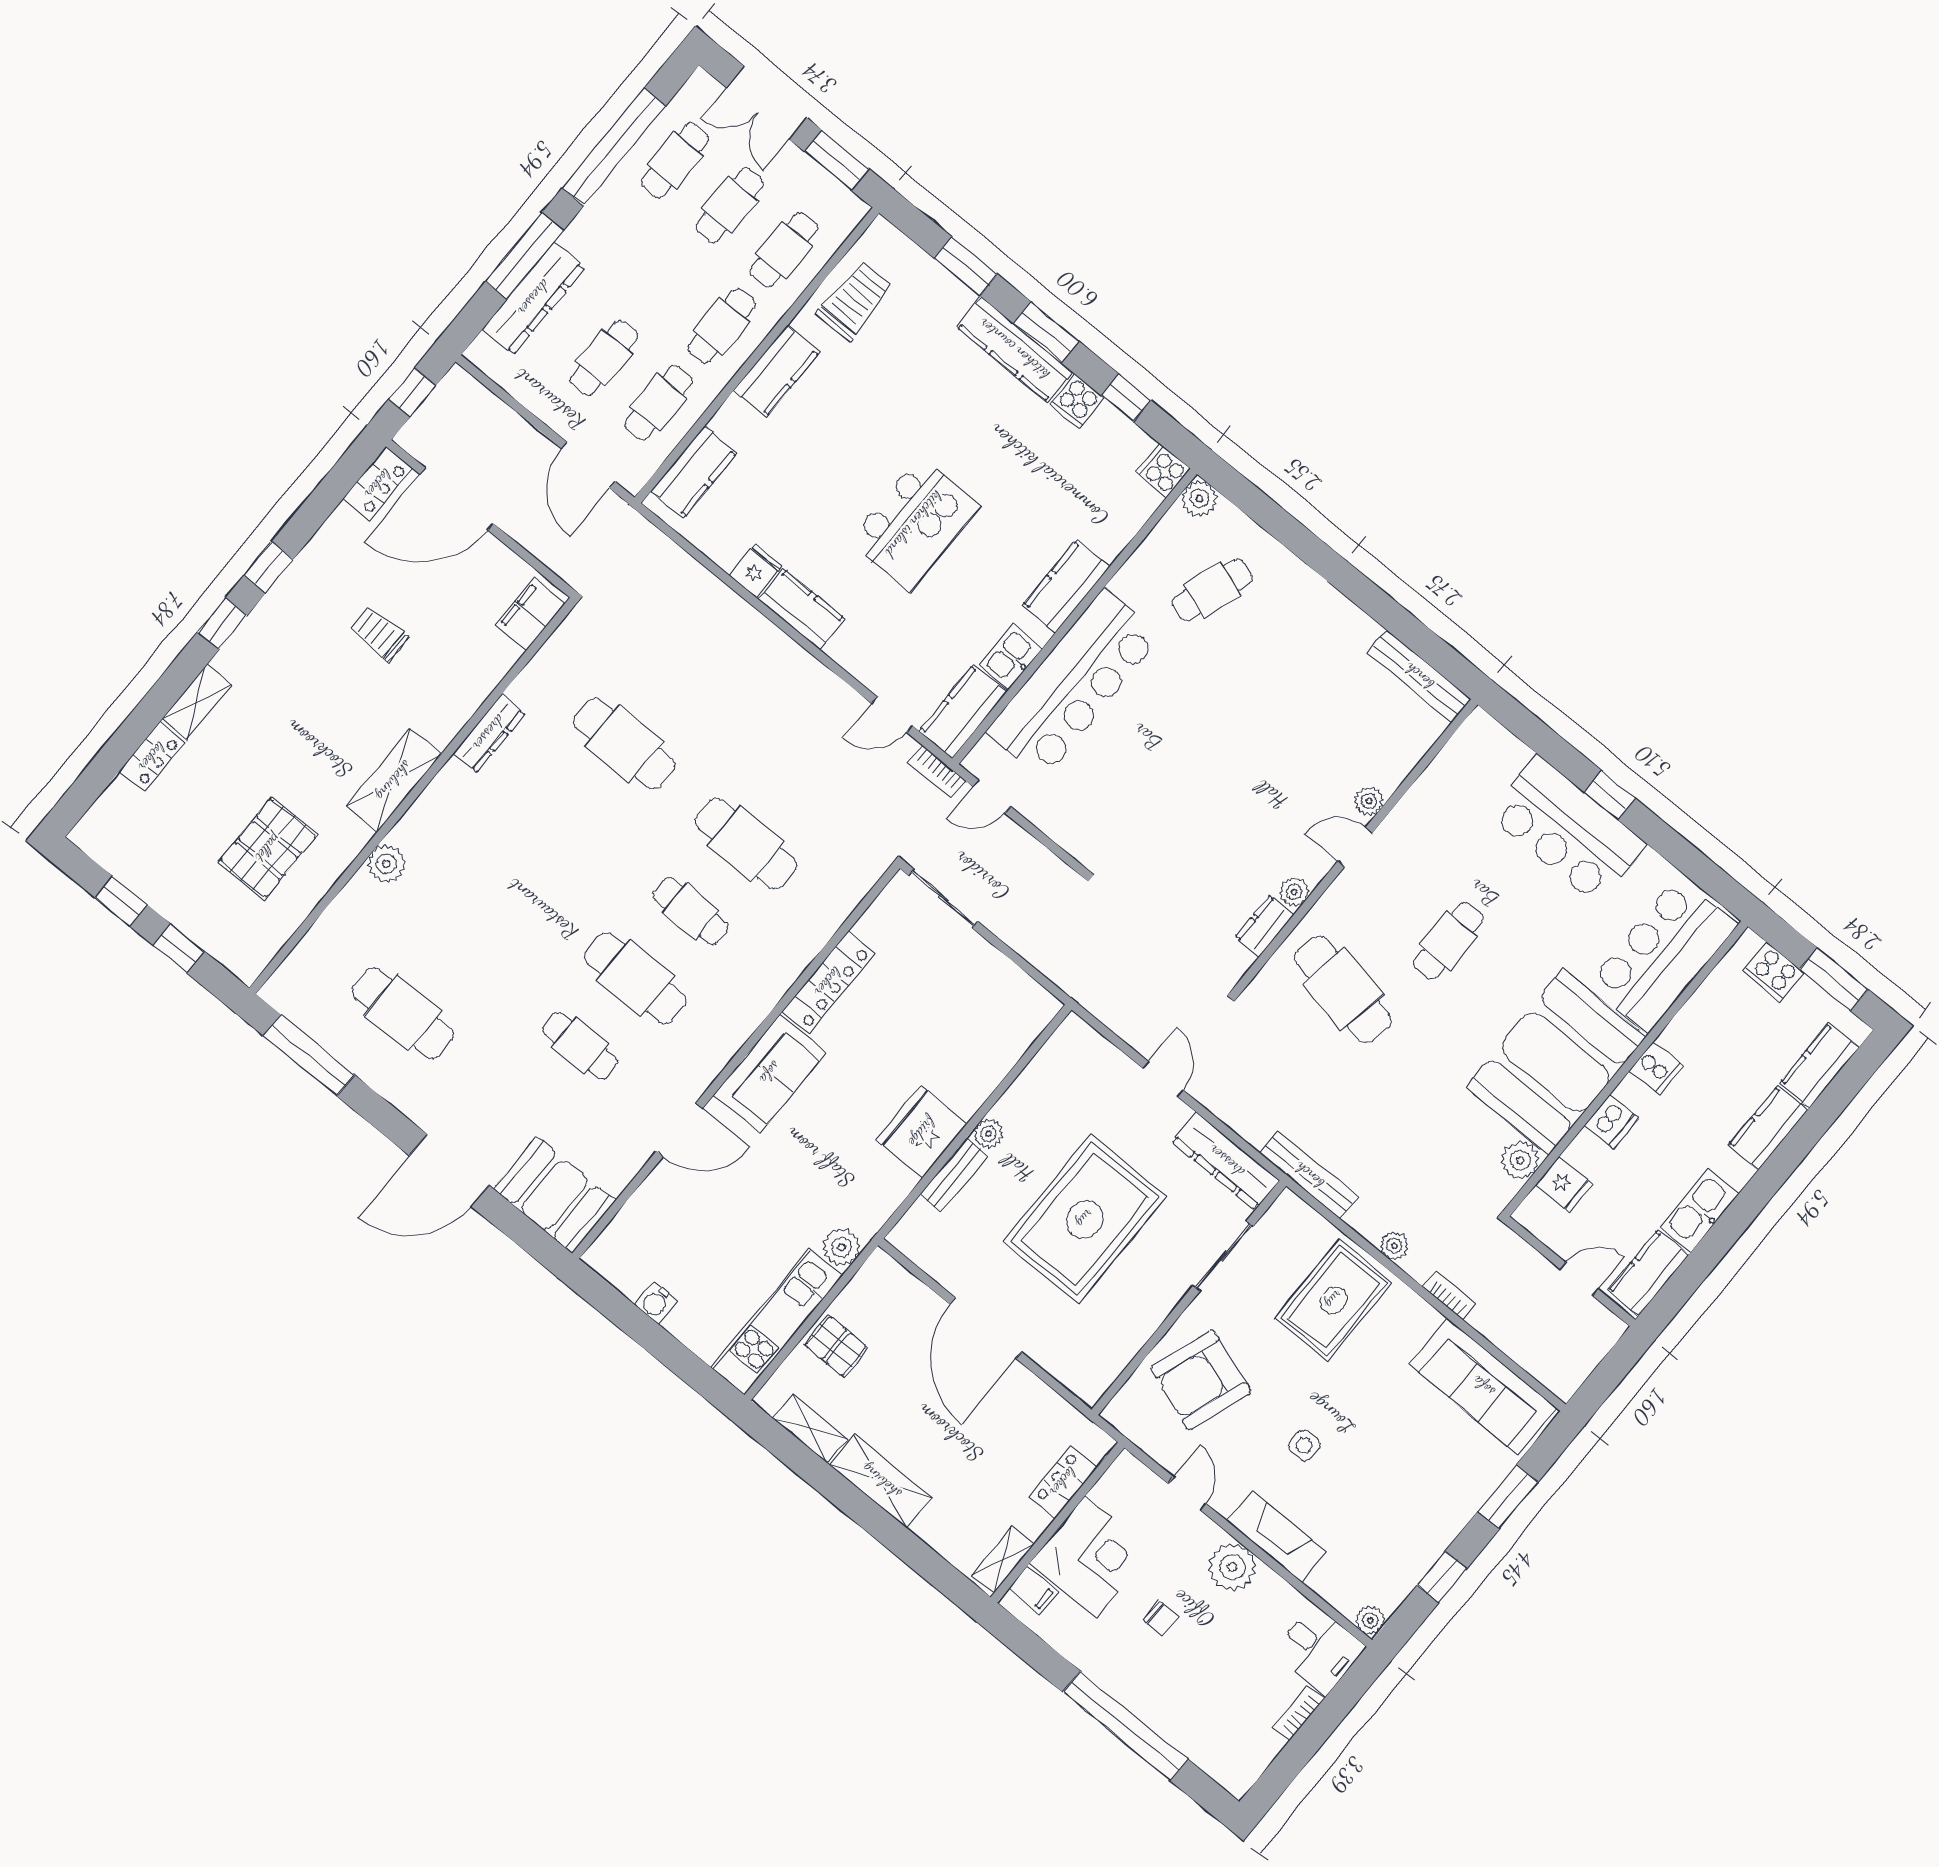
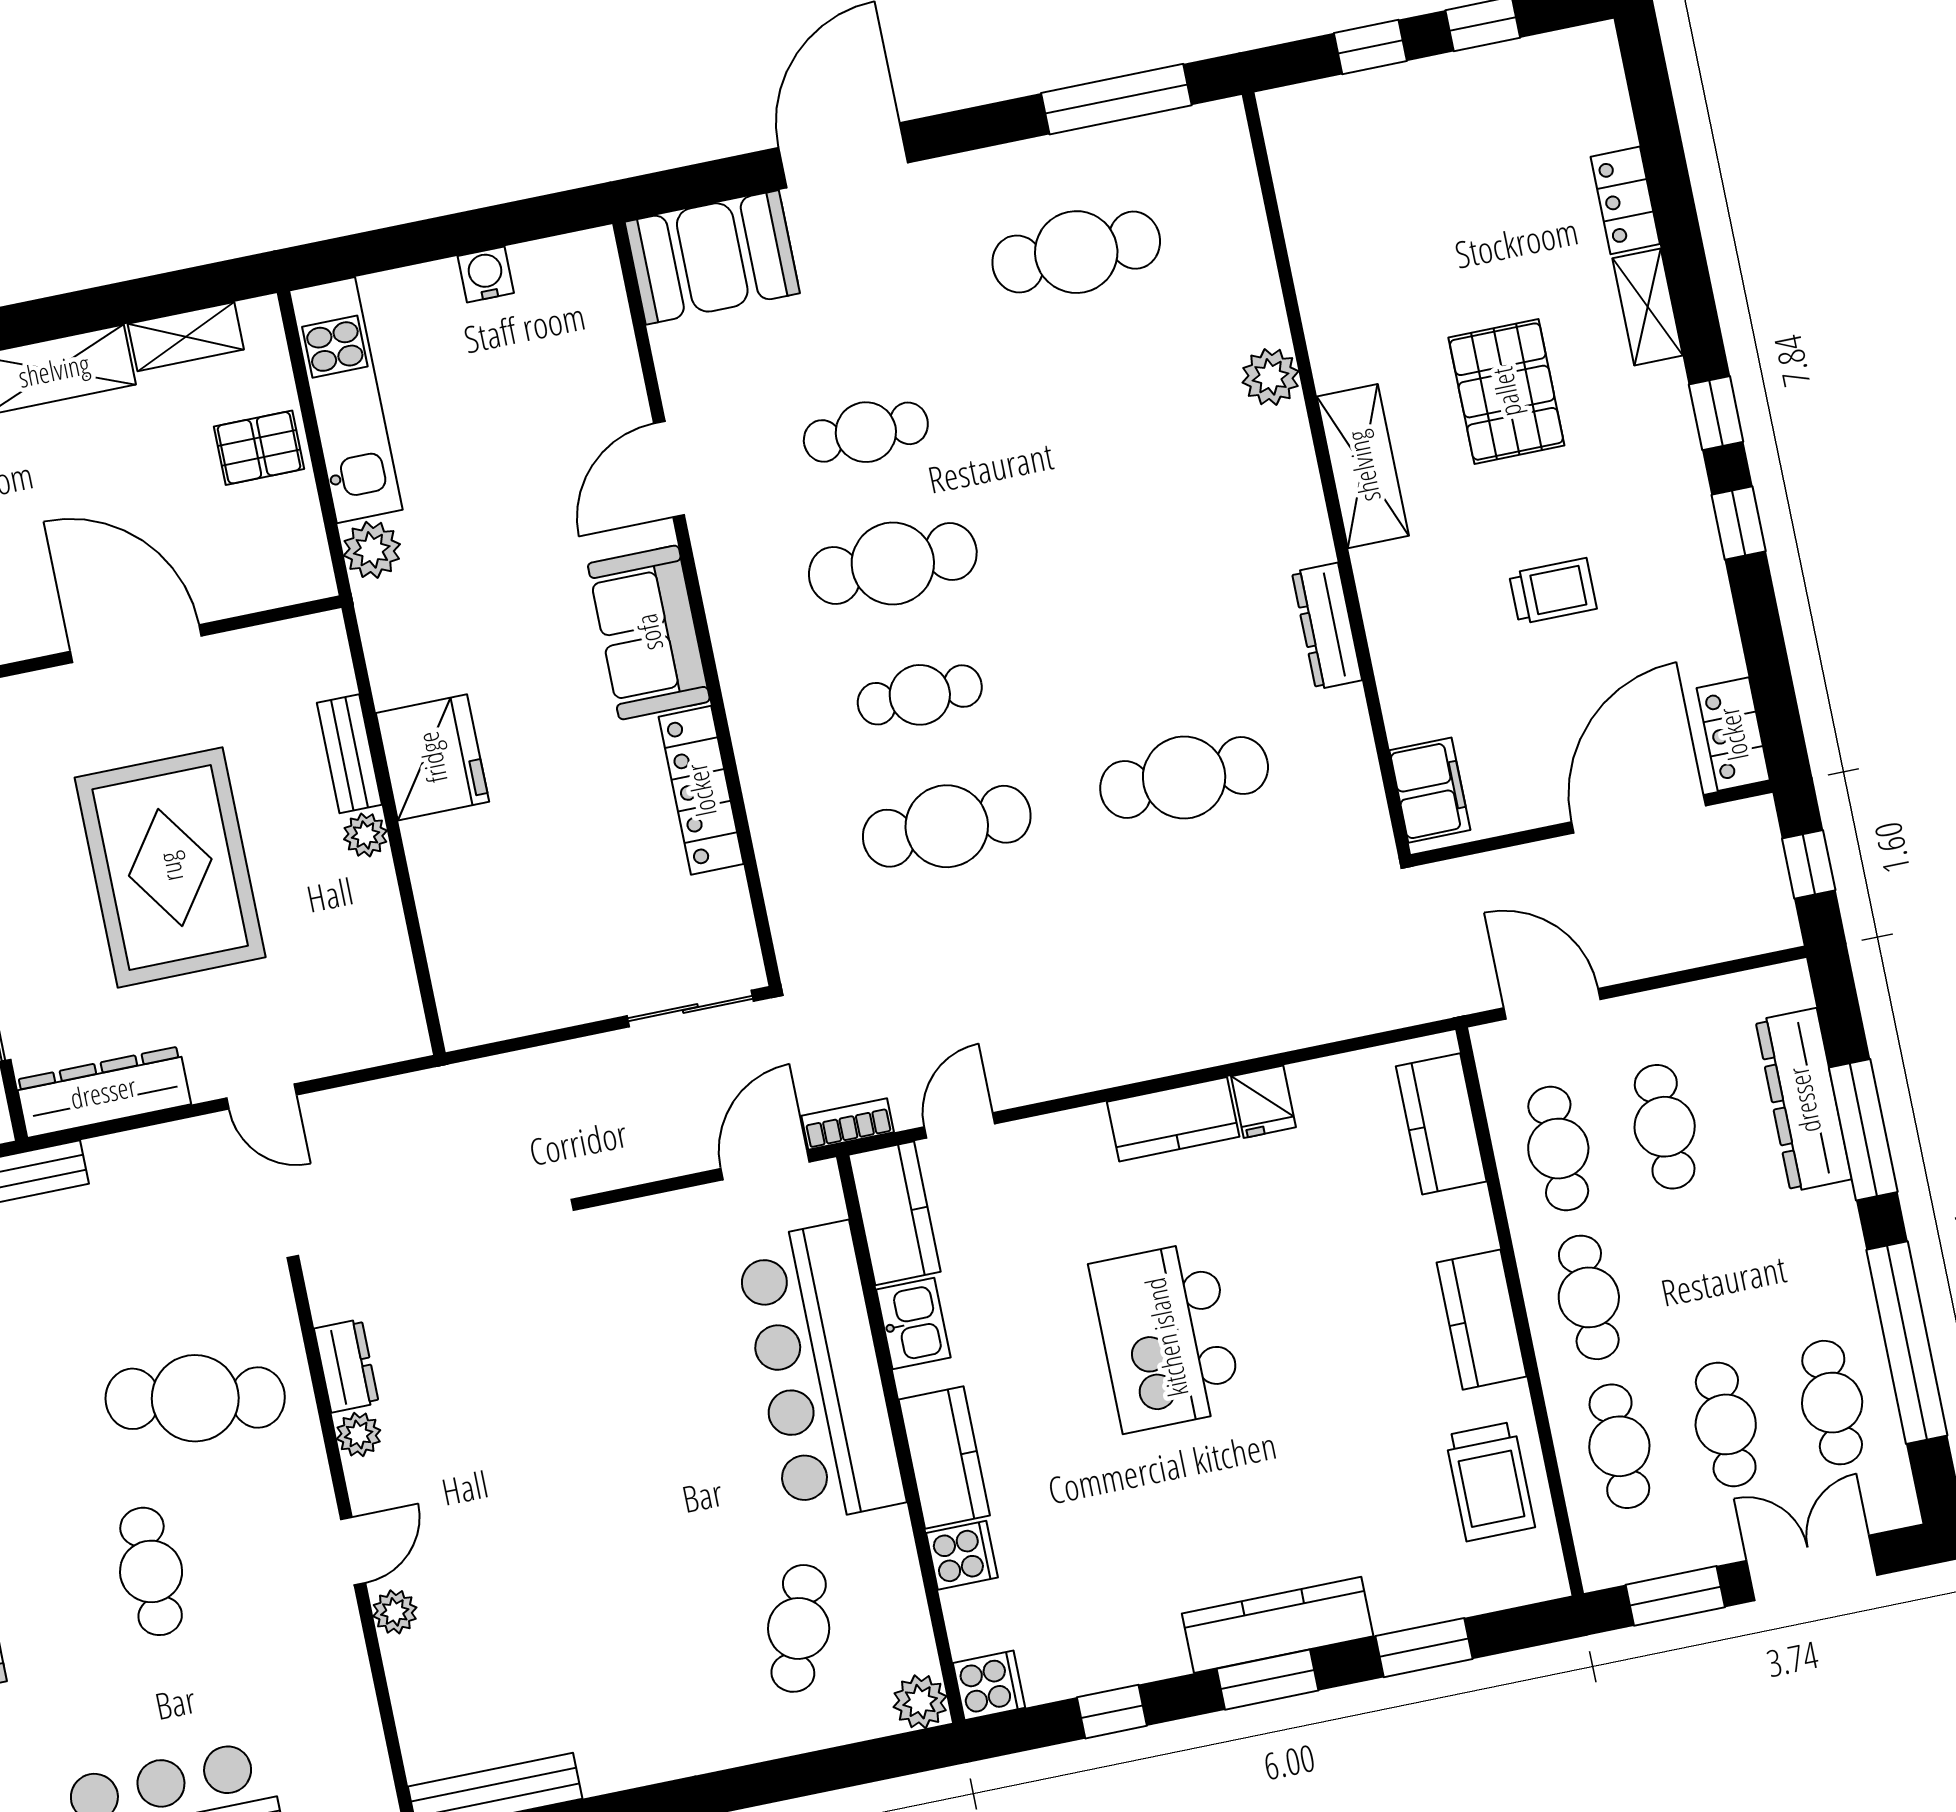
cooker: (1077, 401) -> (962, 1555), moved, turned 90
door: (992, 797) -> (765, 1165), width x1.38
pallet: (268, 848) -> (1506, 392), moved

